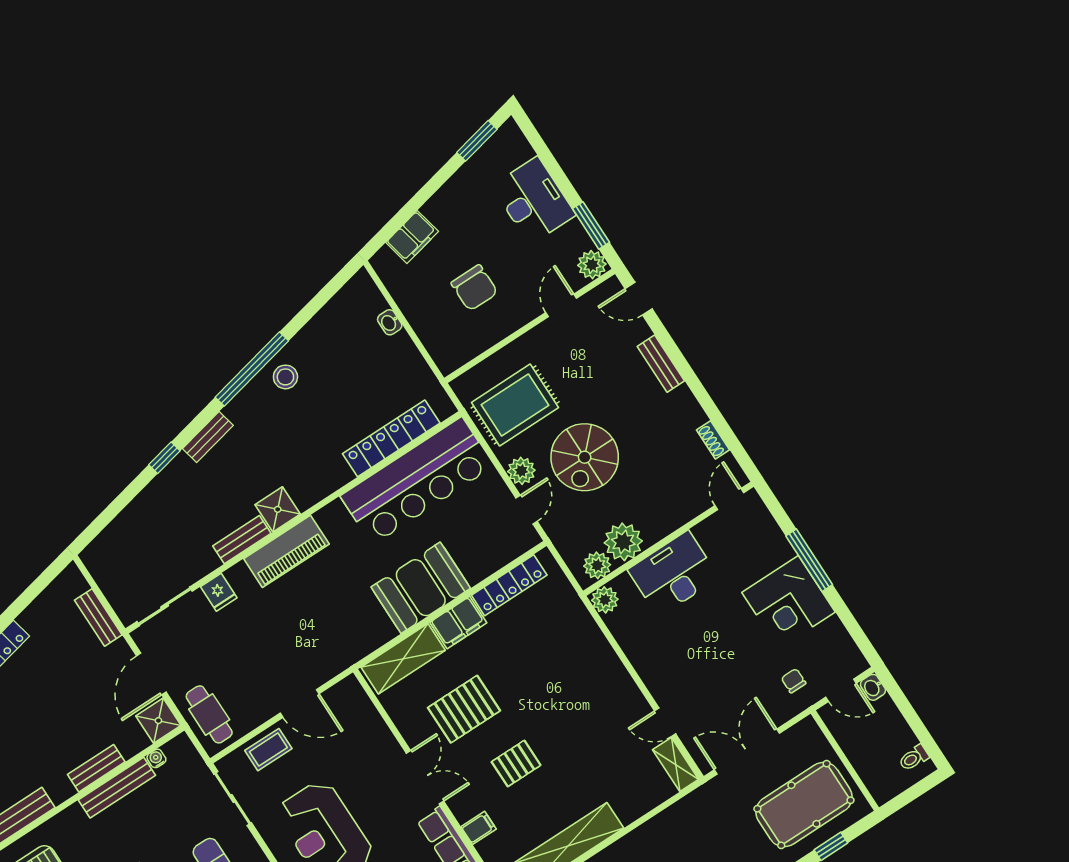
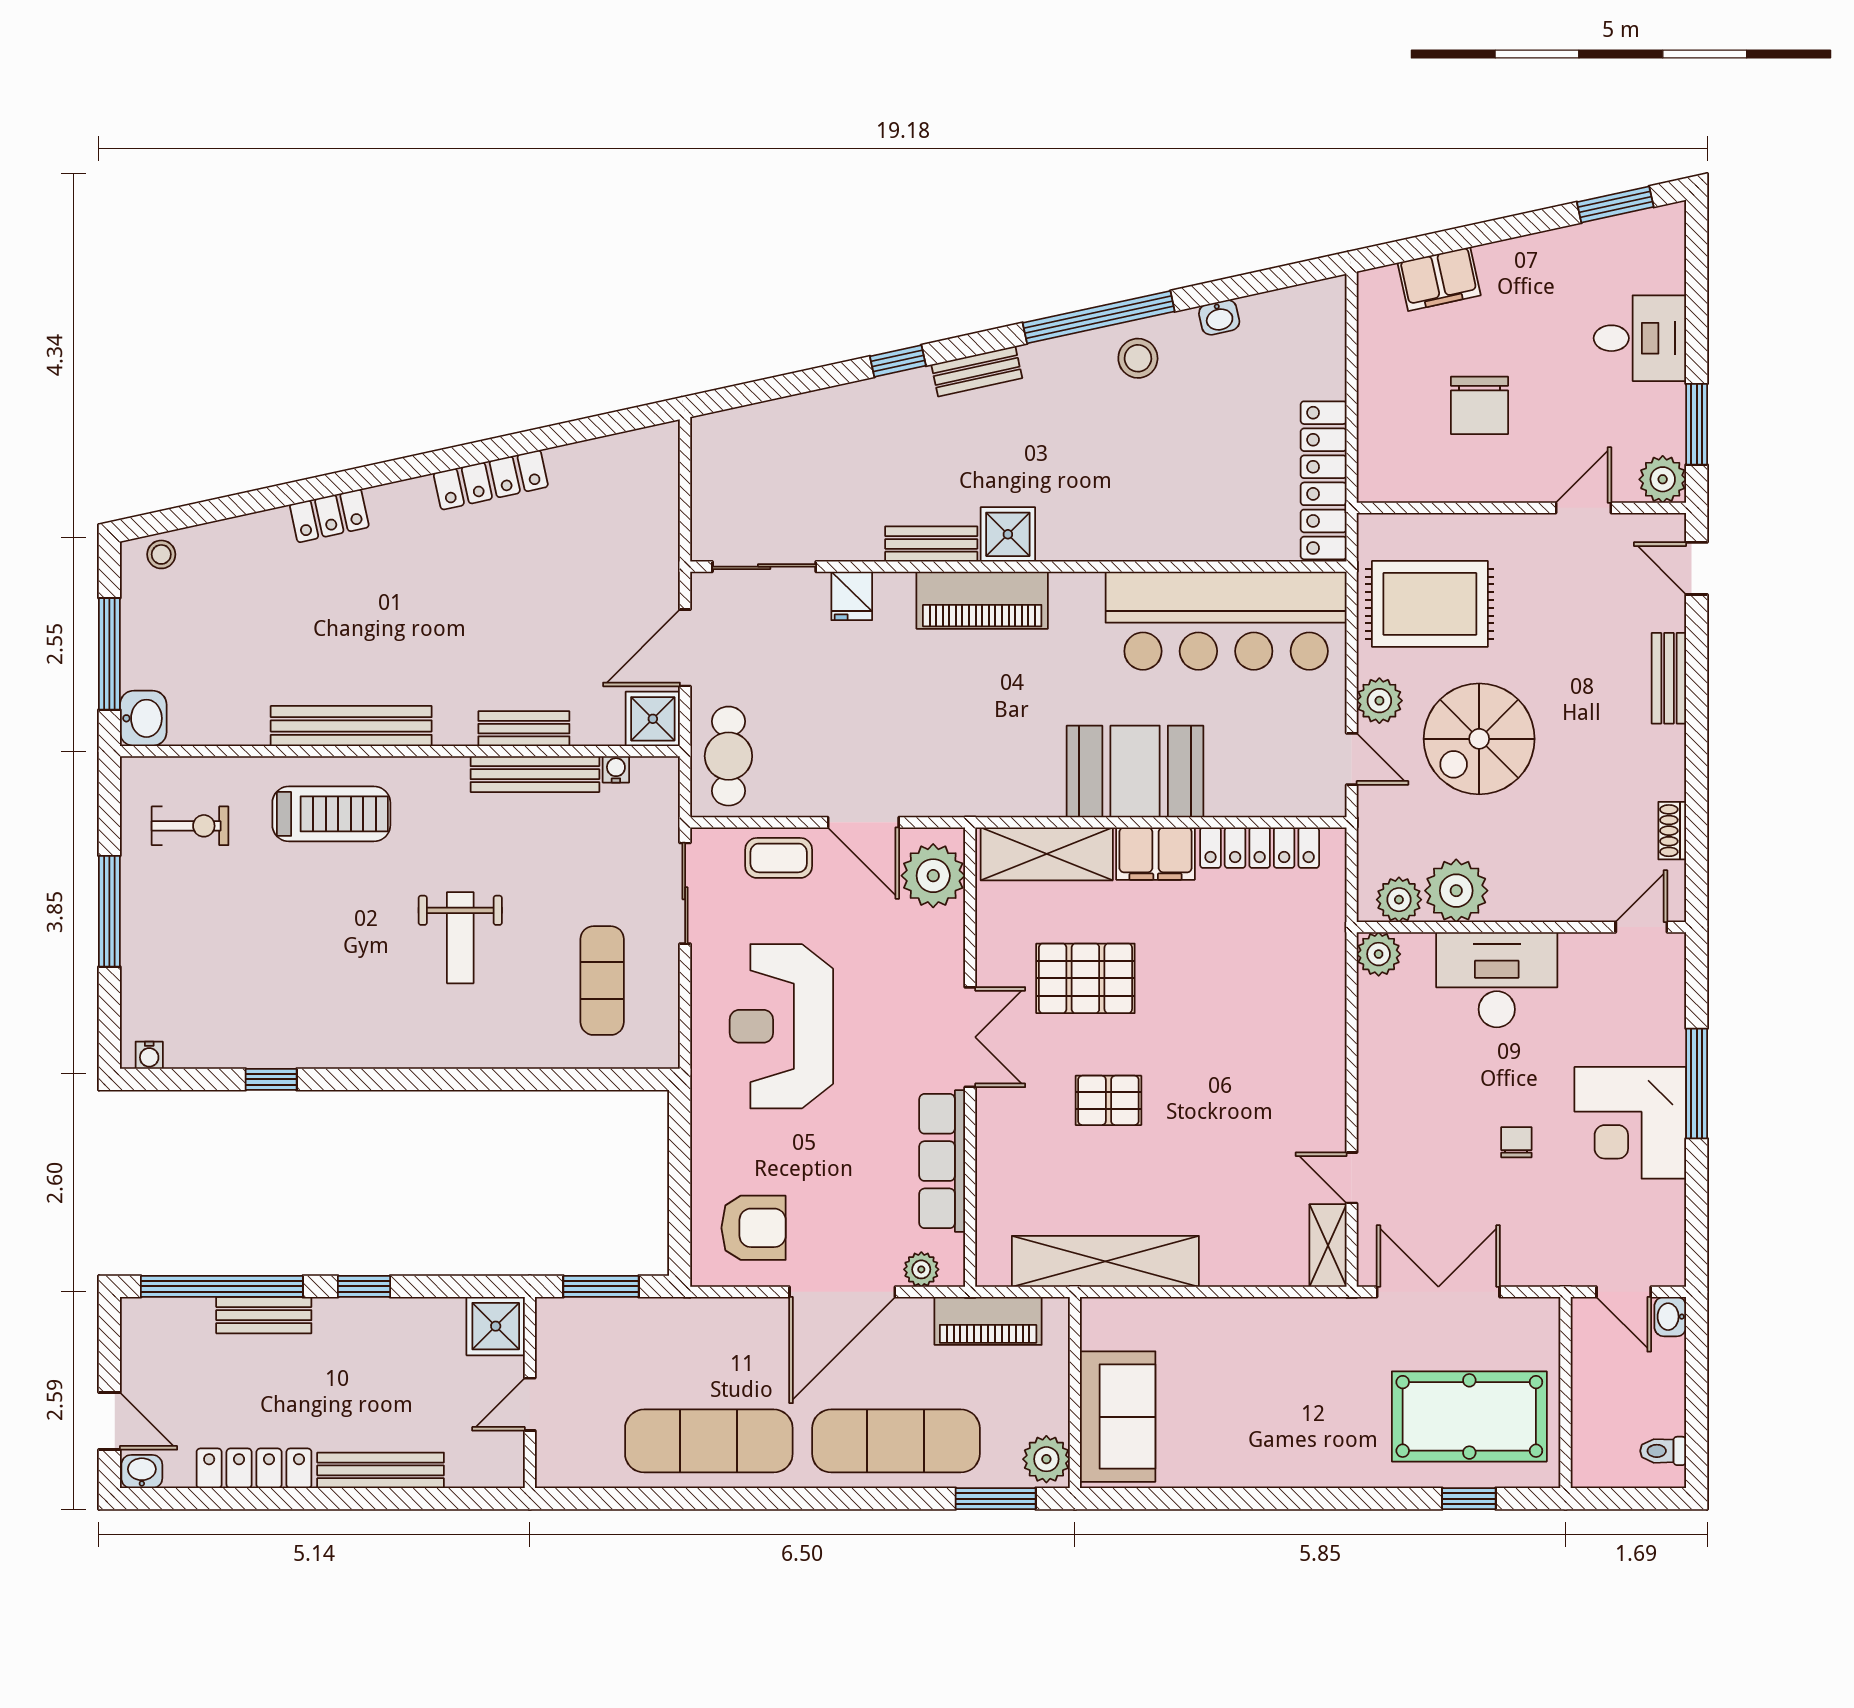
desk: (534, 201) -> (1640, 338), width x0.73
washbasin: (390, 322) -> (1219, 317), moved, turned -102
locker: (391, 438) -> (1324, 480), moved, turned -90
door: (527, 510) -> (1352, 759), hinge flipped
bench: (98, 617) -> (663, 522), removed
chair: (794, 681) -> (1516, 1142), moved
plant: (353, 707) -> (933, 876), added
filing cabinet: (479, 828) -> (999, 1156), removed

